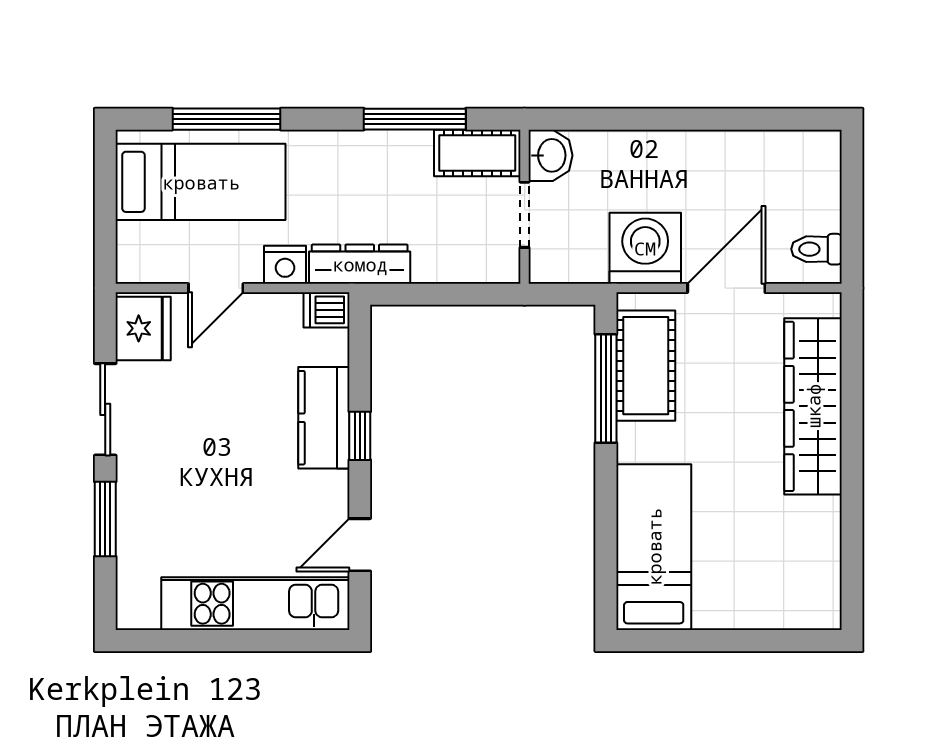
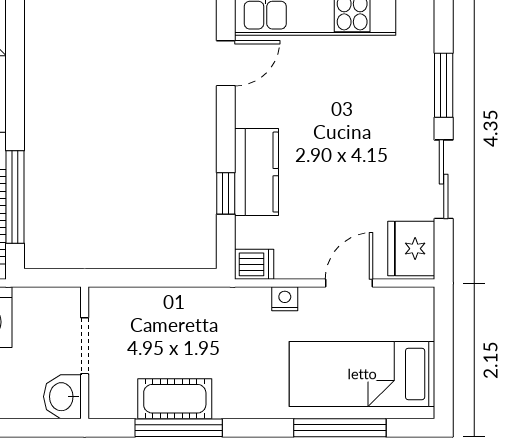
cot: (477, 153) -> (175, 399), moved
dresser: (360, 264) -> (226, 304), removed
nightstand: (285, 265) -> (285, 299), width x0.72, depth x0.74
window: (360, 436) -> (226, 193), moved

